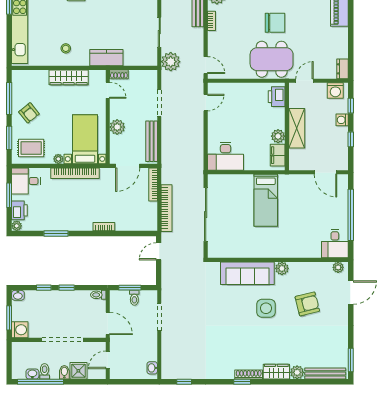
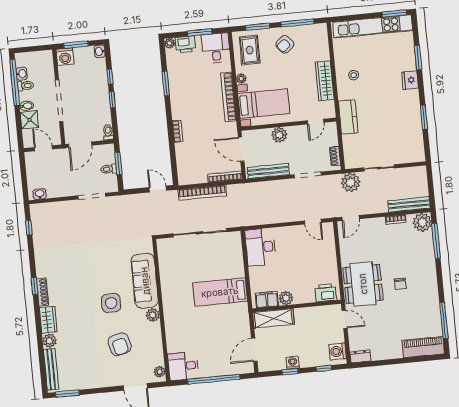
chair: (275, 23) -> (400, 284), width x0.54, depth x0.54
shoe rack: (119, 74) -> (335, 156), moved
washing machine: (342, 120) -> (293, 363), moved
shelving: (297, 128) -> (273, 318), moved

